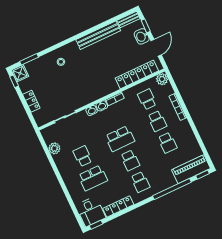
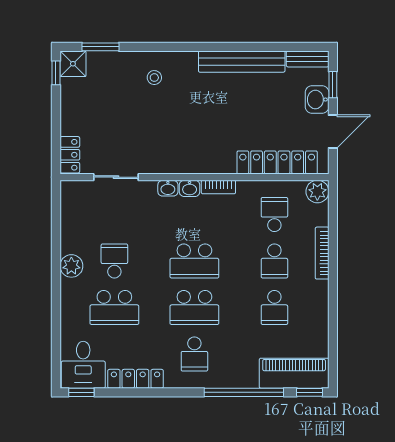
locker: (31, 101) -> (70, 155), moved
plant: (54, 148) -> (71, 266), moved
school desk: (130, 160) -> (194, 307), width x1.85

